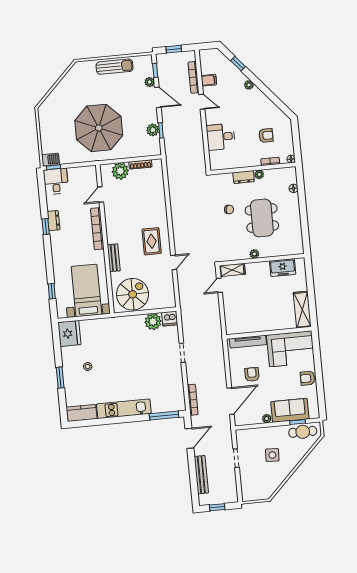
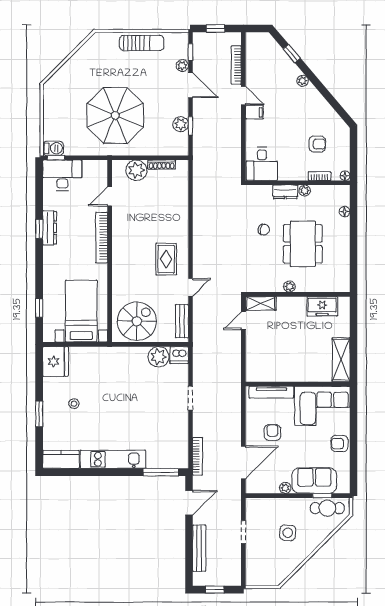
filing cabinet: (209, 80) -> (254, 112), moved
desk: (221, 137) -> (262, 164), moved, turned -90
desk: (56, 181) -> (62, 175), width x1.37
dresser: (54, 221) -> (50, 228), width x1.44
bench: (114, 258) -> (182, 321), moved

